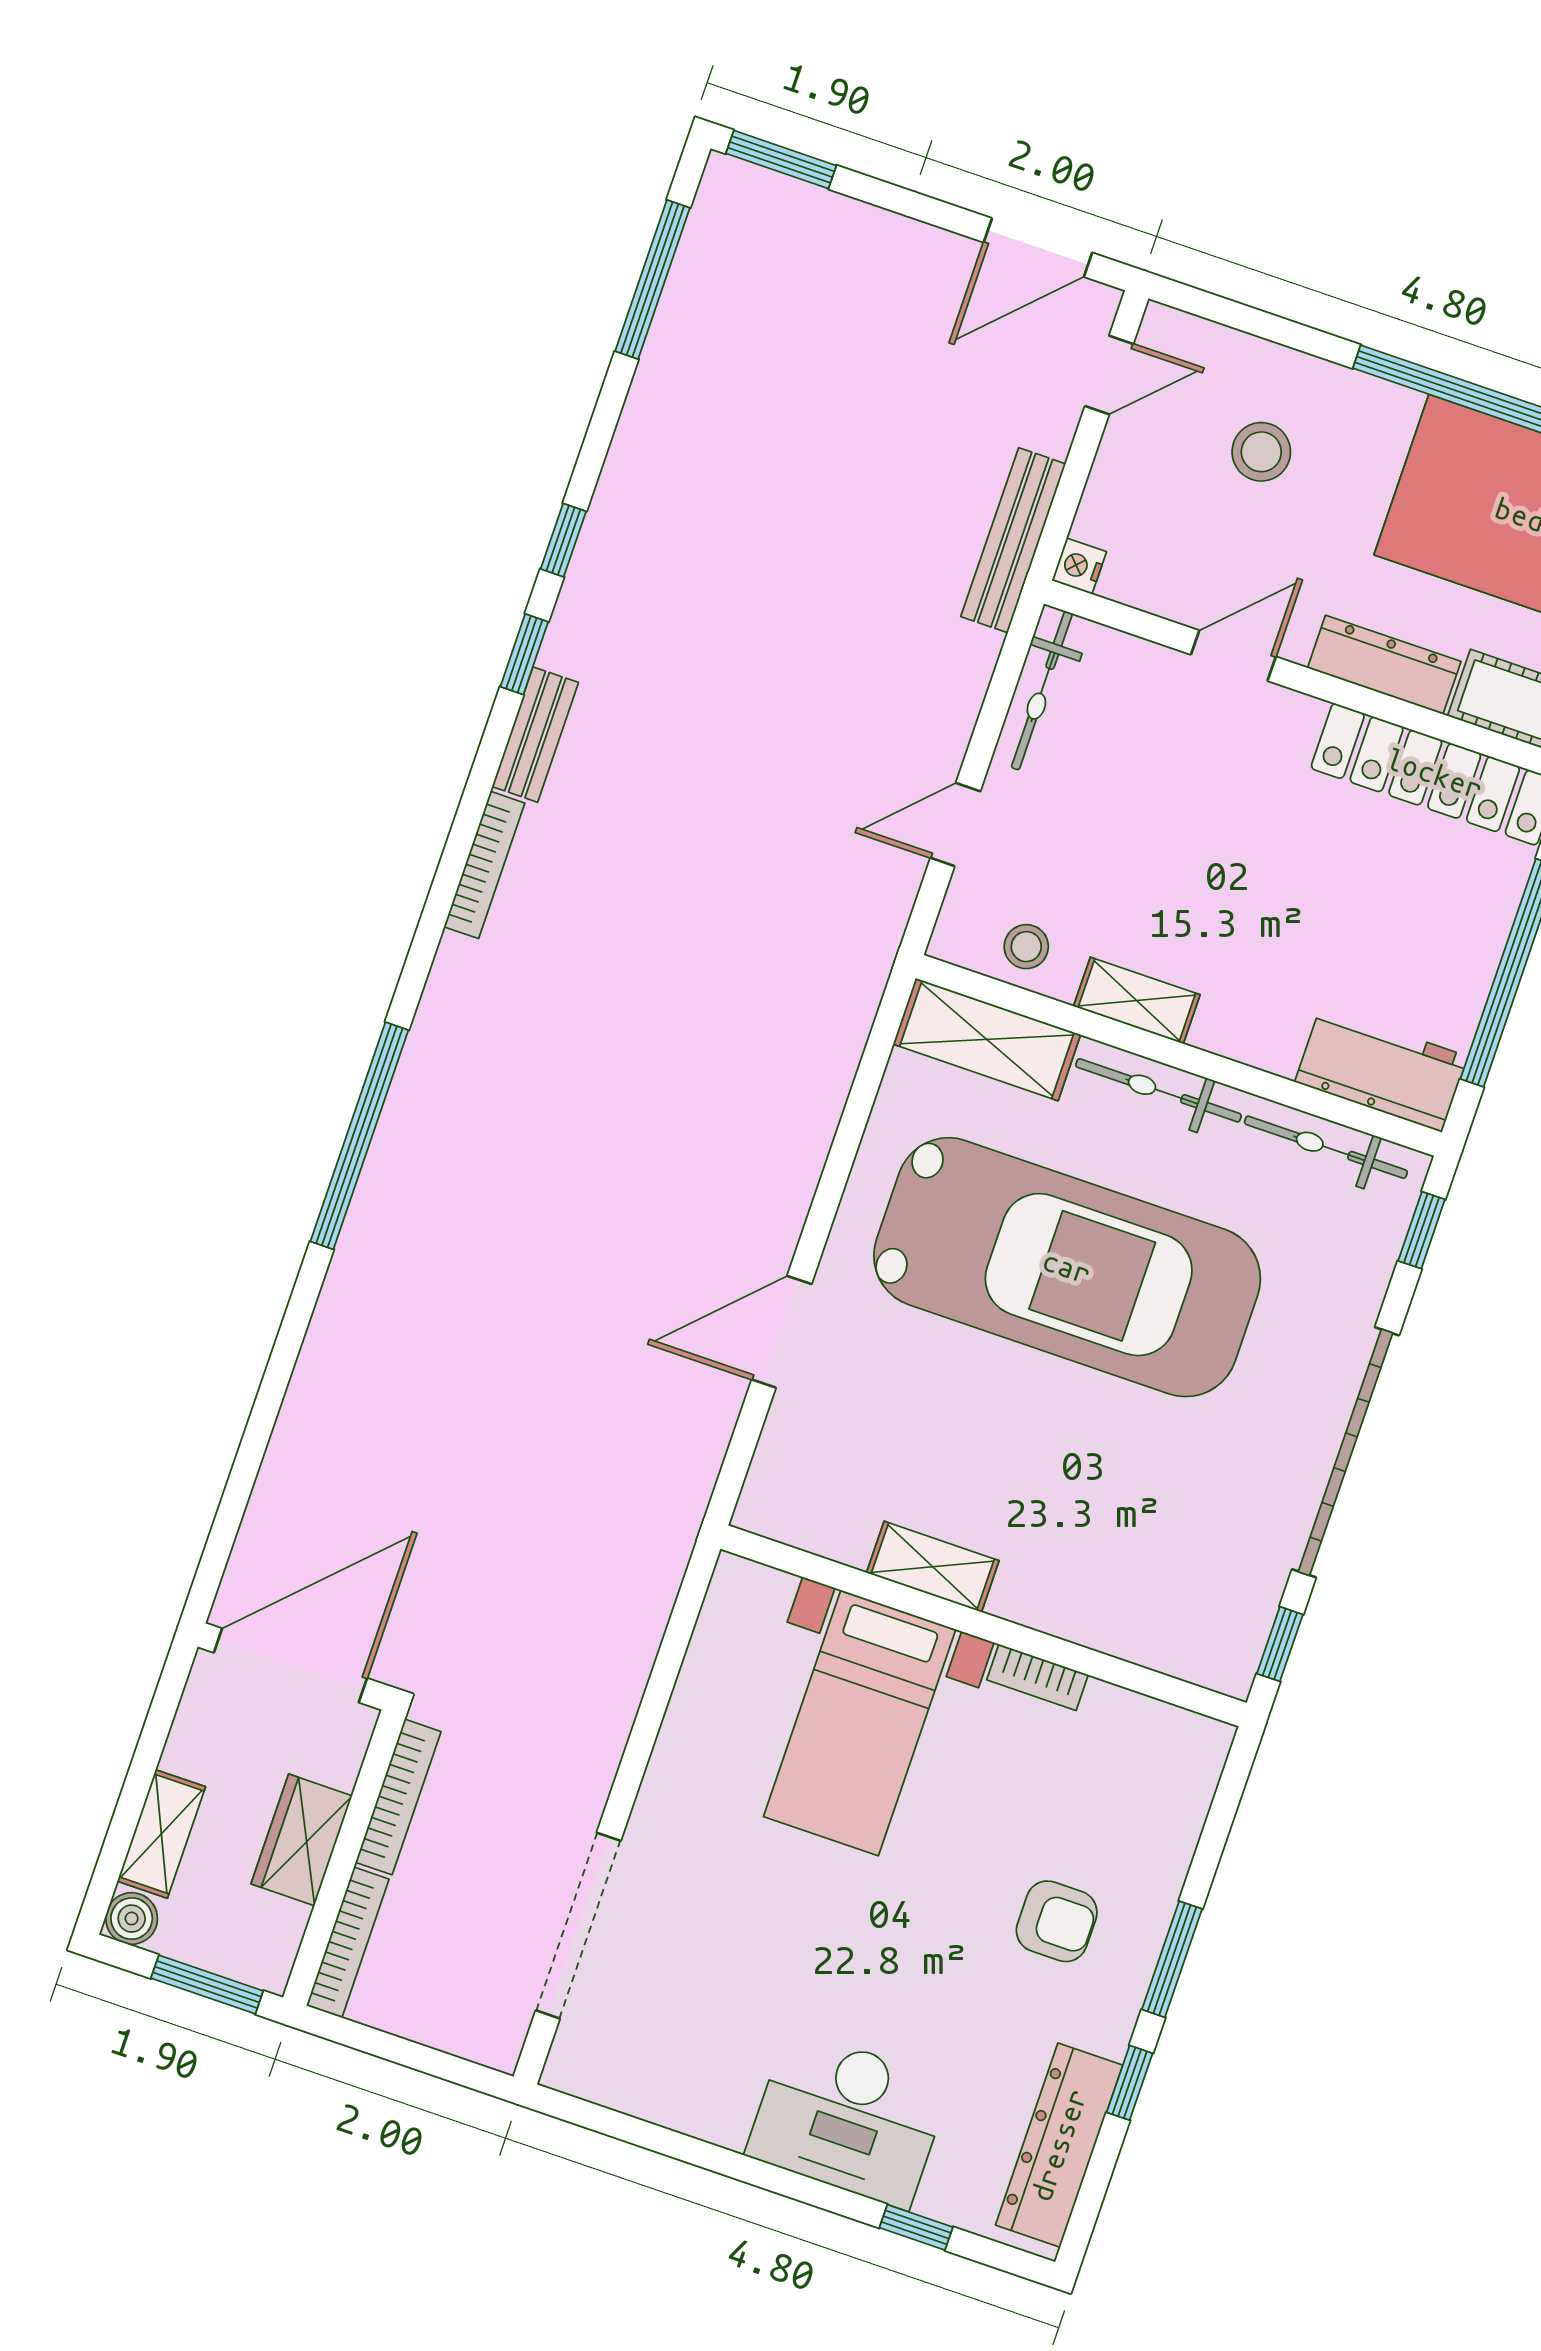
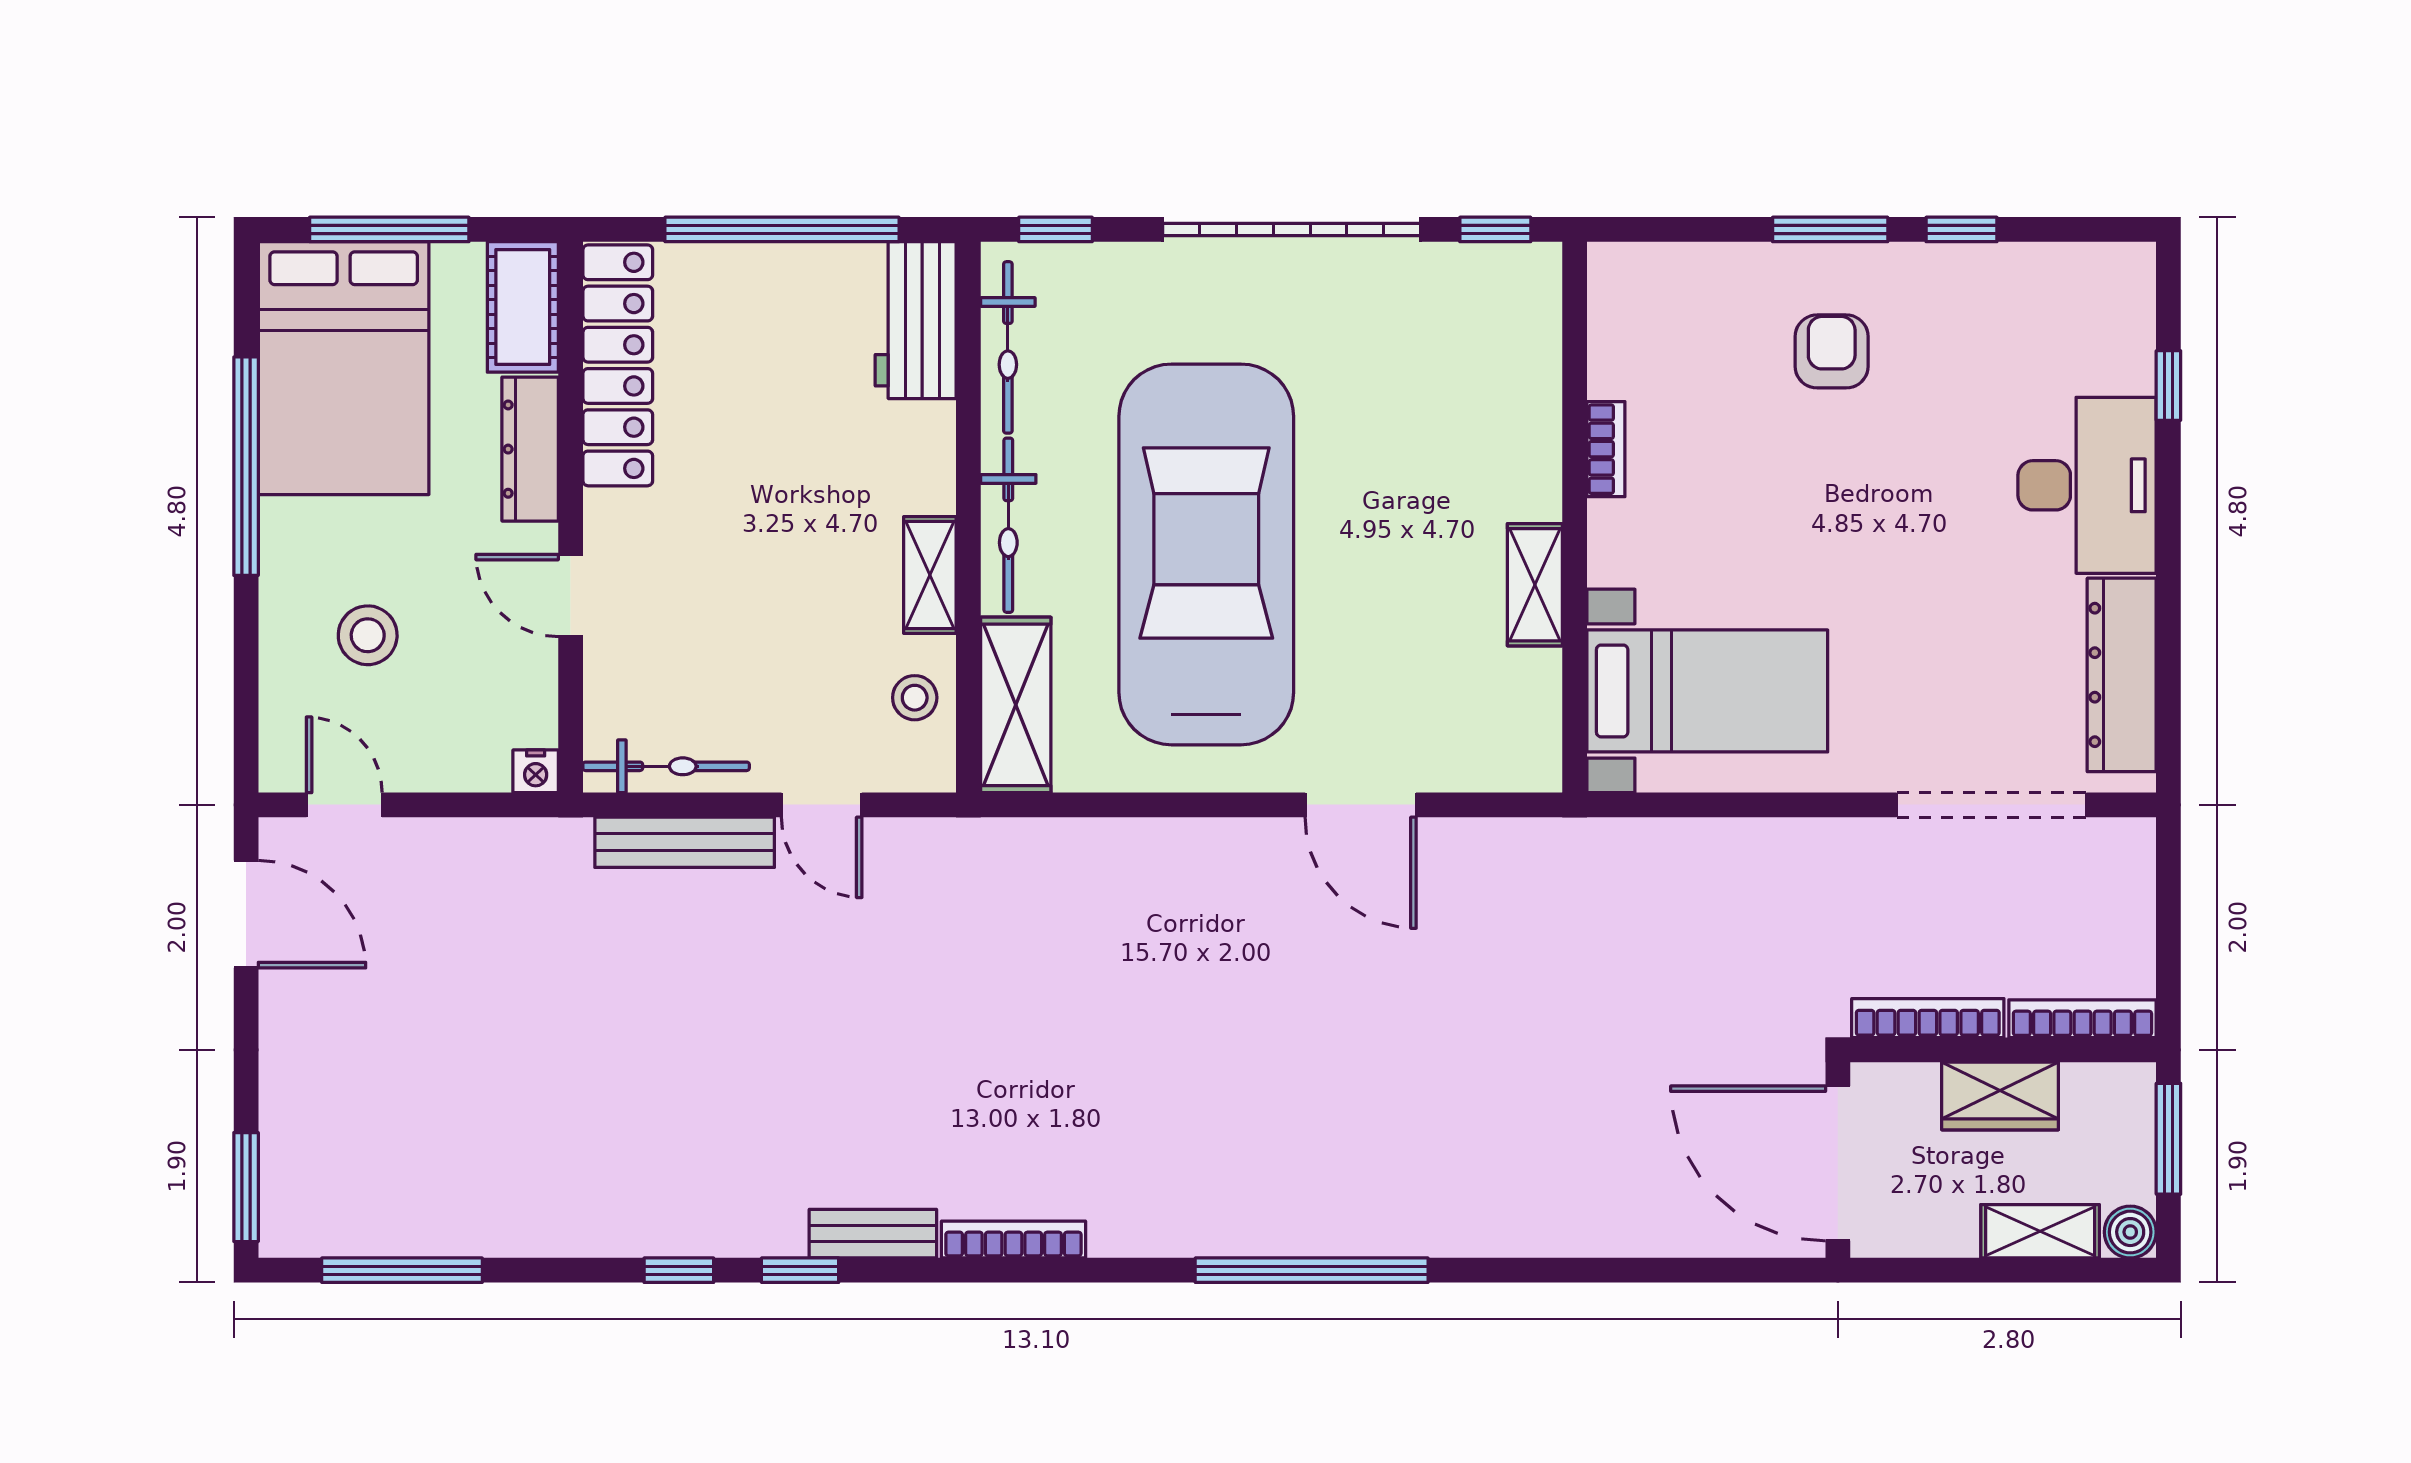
bench: (1013, 540) -> (685, 842), moved
bed with nightstands: (860, 1723) -> (1707, 691), moved
dresser: (1059, 2145) -> (2122, 675), moved, turned 90

